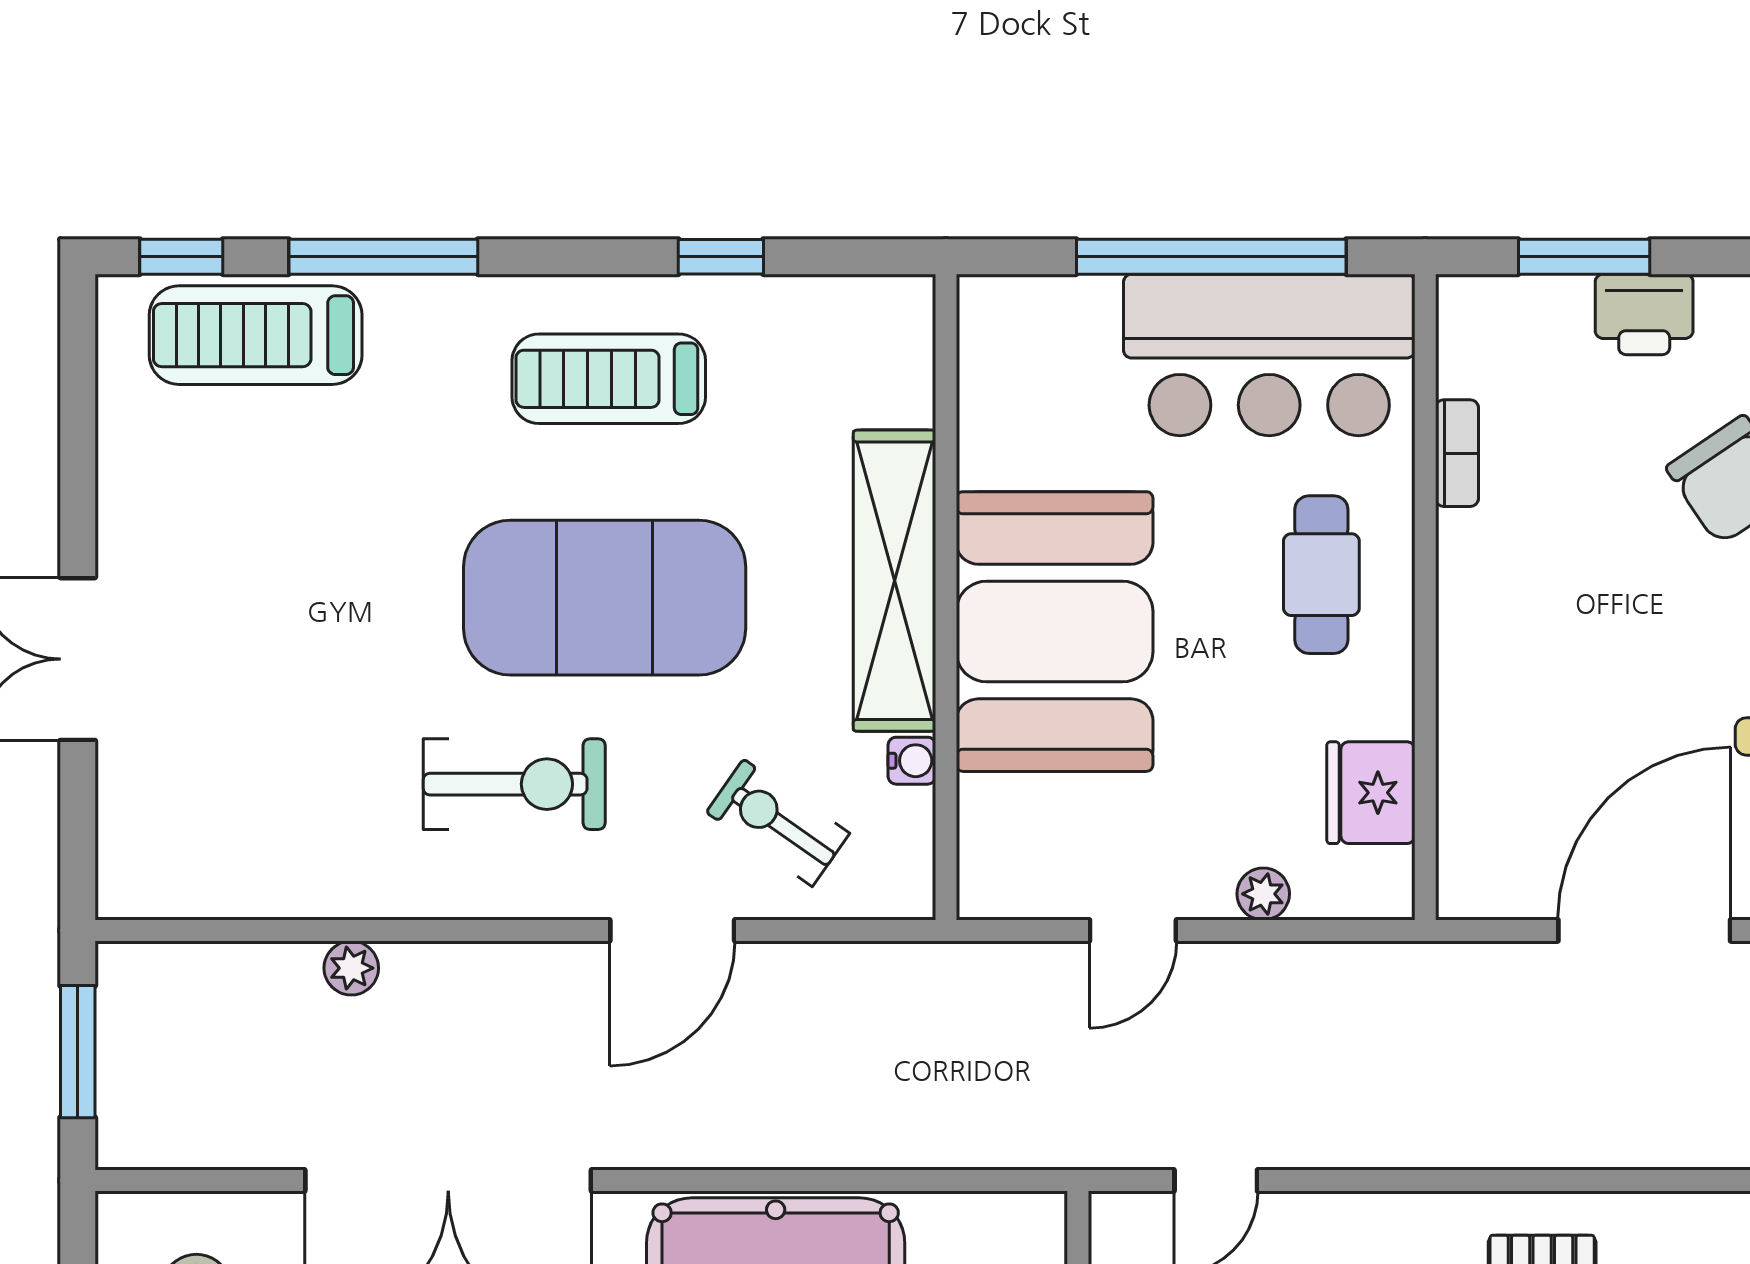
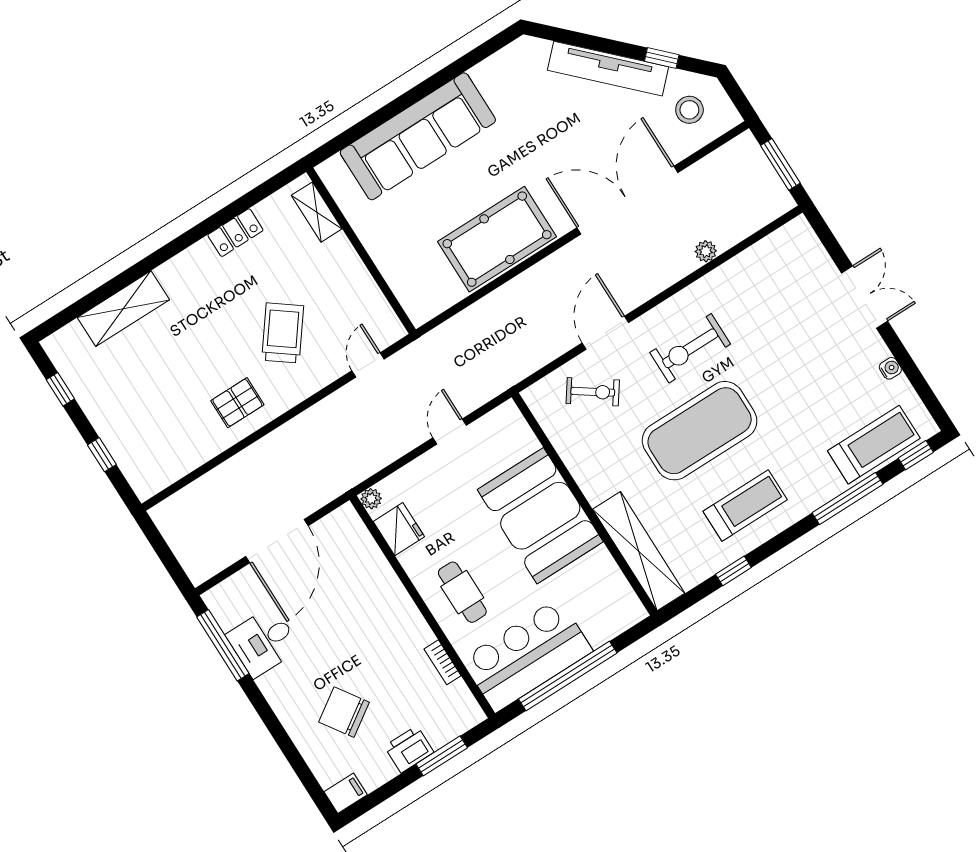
shelving: (894, 581) -> (639, 551), moved
water cooler: (912, 761) -> (890, 368), moved, turned 180
plant: (1263, 894) -> (371, 499), moved

